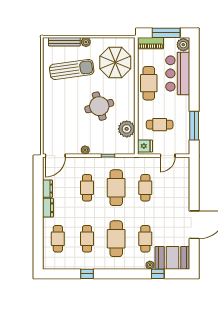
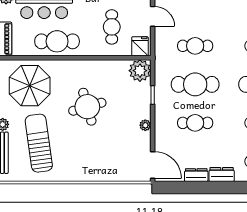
plant: (127, 129) -> (140, 71), moved

